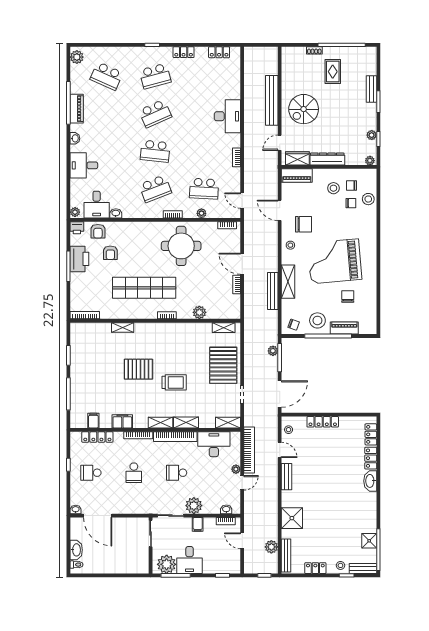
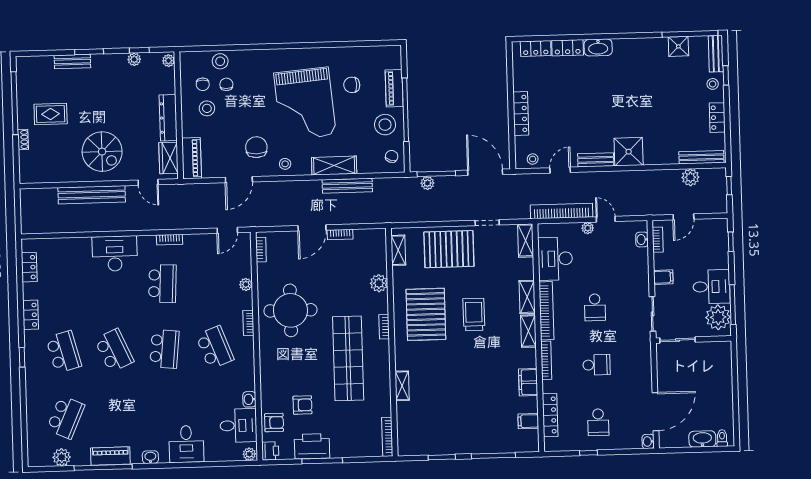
plant: (77, 57) -> (62, 457), moved
school desk: (204, 189) -> (162, 283), moved
pallet: (138, 369) -> (426, 314), moved, width x1.37, depth x1.41
plant: (194, 506) -> (638, 283), removed
shower: (292, 518) -> (629, 152), moved

